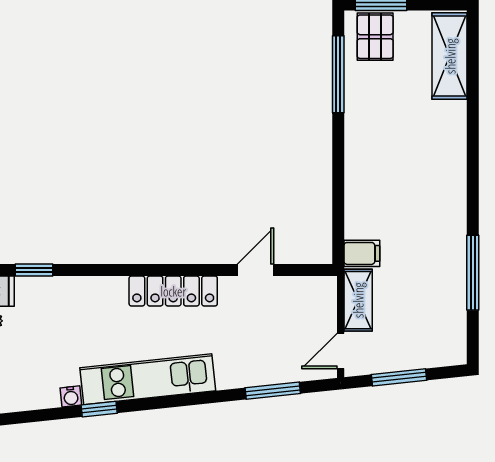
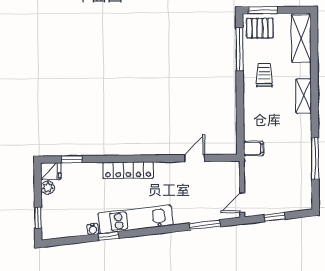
pallet: (375, 37) -> (260, 28), turned 90
trolley: (382, 121) -> (264, 75), added
locker: (173, 291) -> (128, 170), moved
shelving: (358, 300) -> (304, 96), moved
window: (399, 377) -> (275, 217), width x0.67

